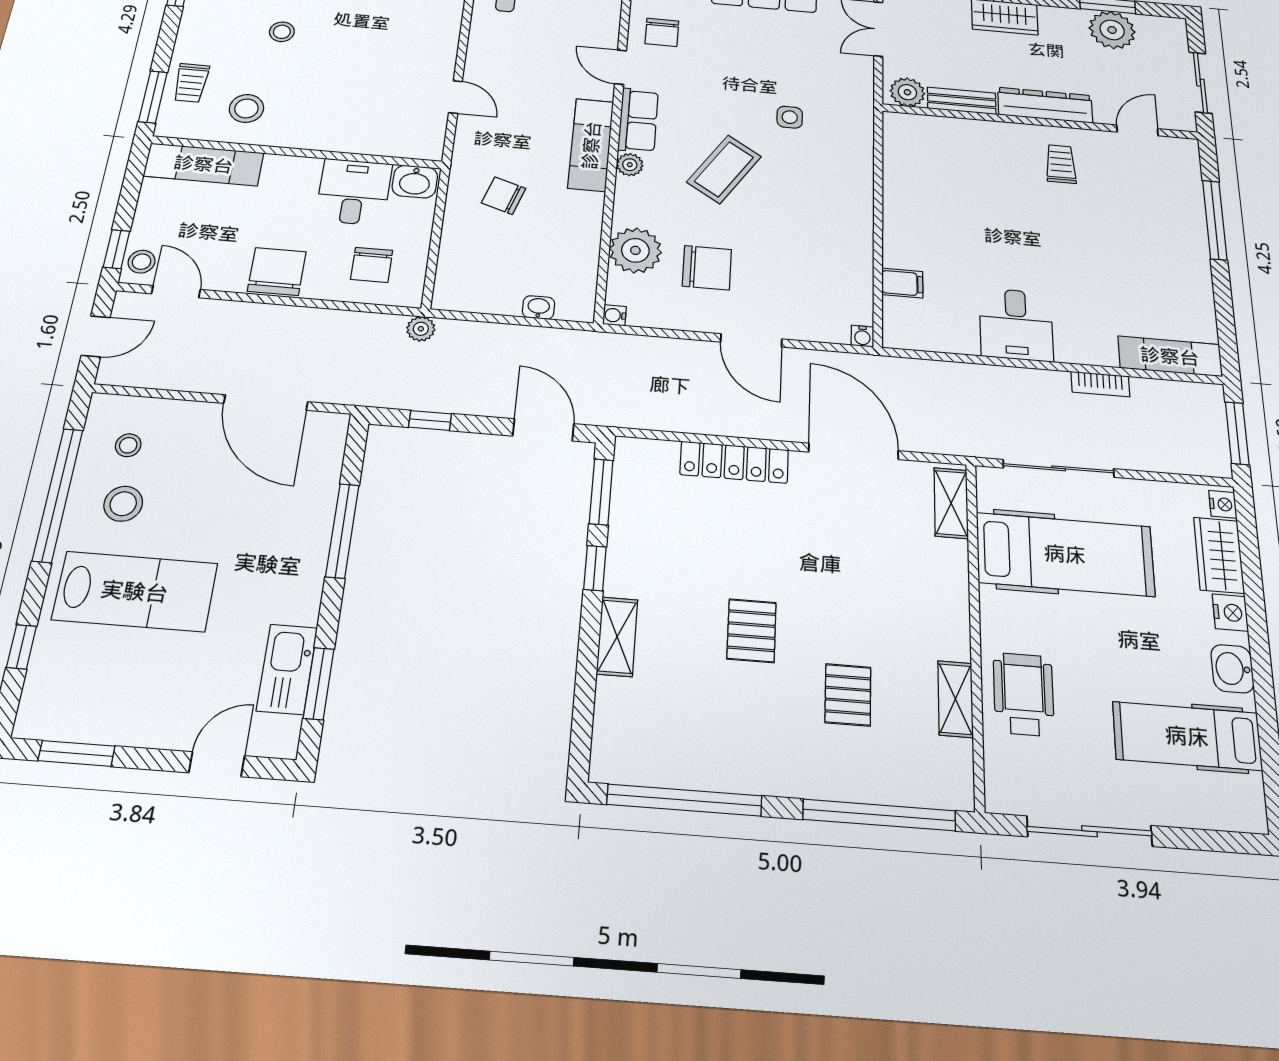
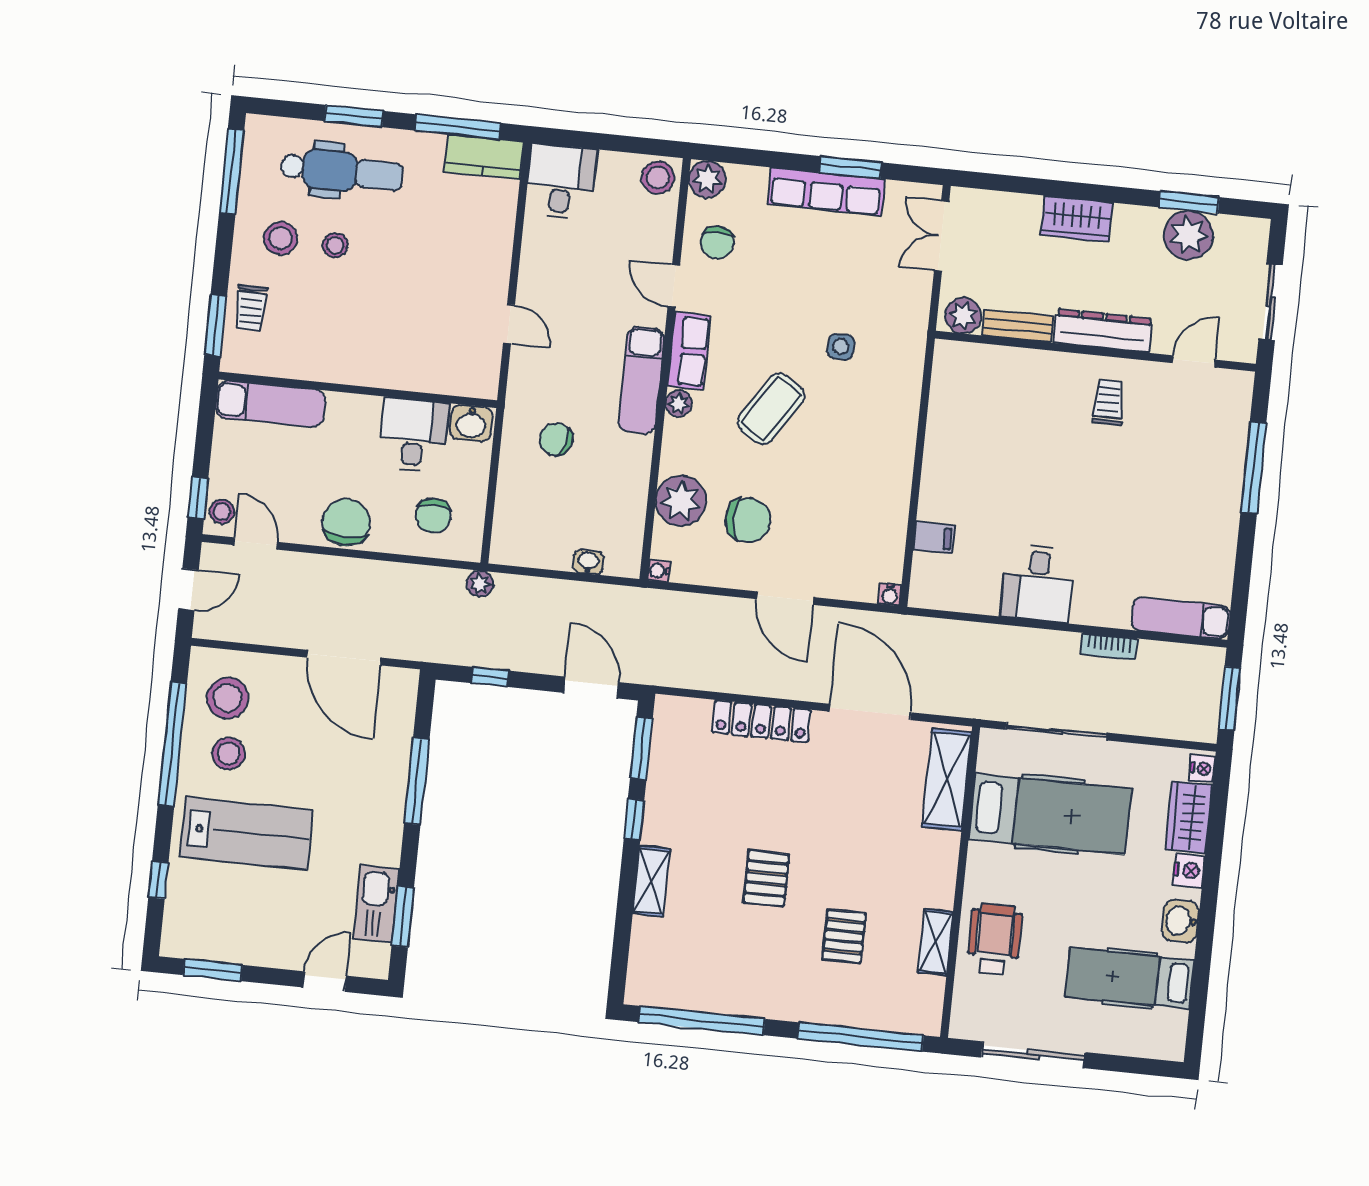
stool: (246, 108) -> (281, 238), moved
stool: (128, 445) -> (228, 698), width x1.89, depth x1.89
shelving: (951, 503) -> (947, 780), width x1.50, depth x1.33

